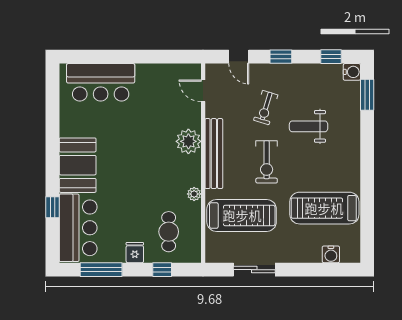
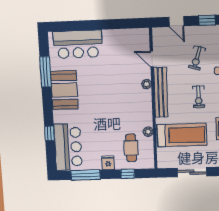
door: (203, 91) -> (152, 59), moved
window: (53, 119) -> (45, 72), added
plant: (188, 141) -> (146, 84), width x0.53, depth x0.53
exercise bike: (267, 162) -> (199, 97), width x0.73, depth x0.72
booth: (78, 165) -> (64, 90), moved
plant: (194, 194) -> (148, 132), moved

